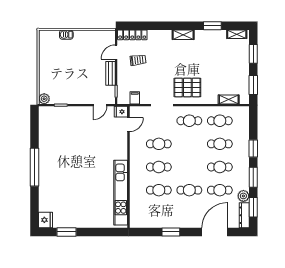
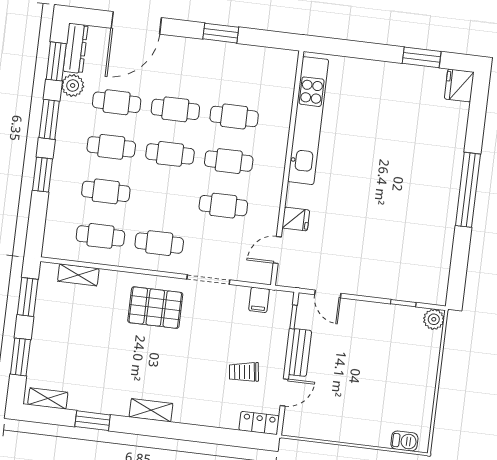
barbecue: (66, 35) -> (404, 441), moved
locker: (132, 35) -> (259, 423), width x0.66
door: (100, 105) -> (328, 294), swing flipped
fridge: (121, 112) -> (296, 219), moved
cafe table: (189, 167) -> (170, 154), added

